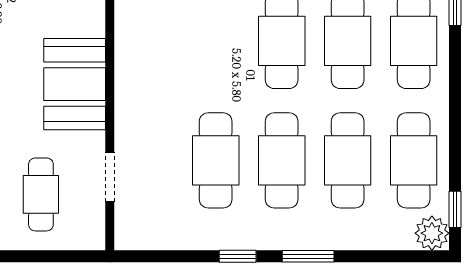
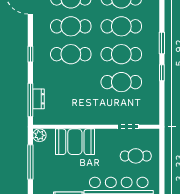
booth: (75, 84) -> (75, 142), moved

